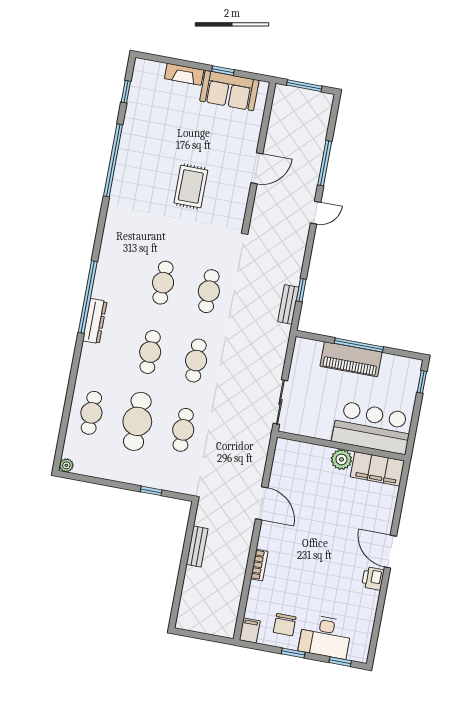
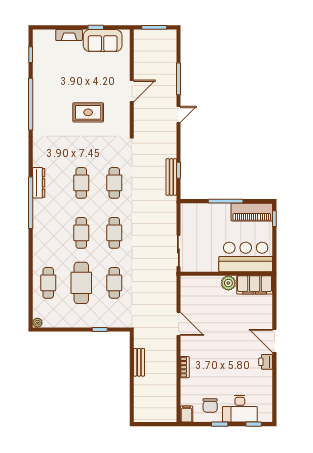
rug: (191, 187) -> (88, 112), turned 90
bench: (288, 304) -> (171, 177), width x1.36
dresser: (95, 321) -> (39, 183), moved
piano: (351, 359) -> (252, 212), moved

